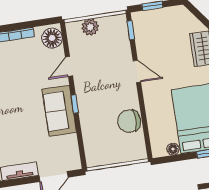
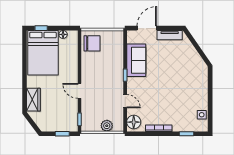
door: (69, 66) -> (125, 101), hinge flipped
sofa: (59, 111) -> (136, 60), moved
chair: (129, 121) -> (92, 43), moved

